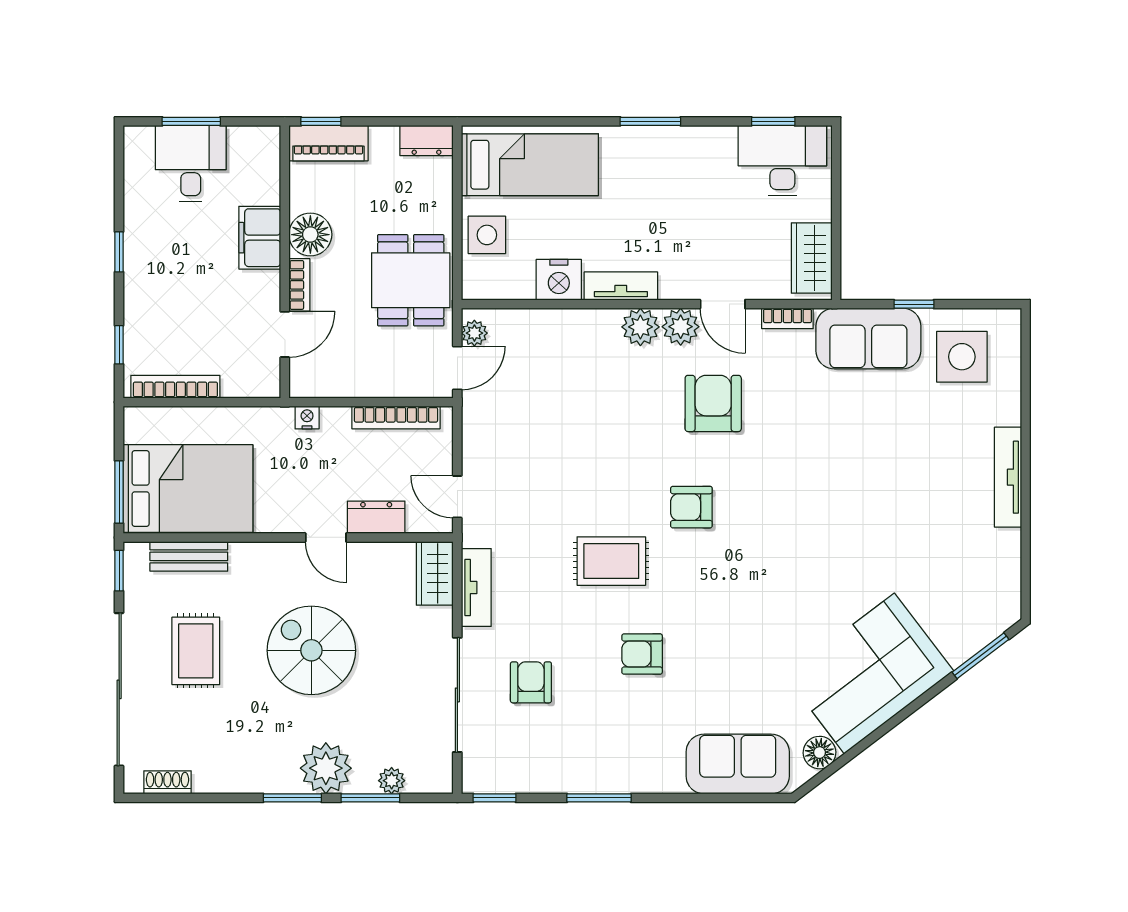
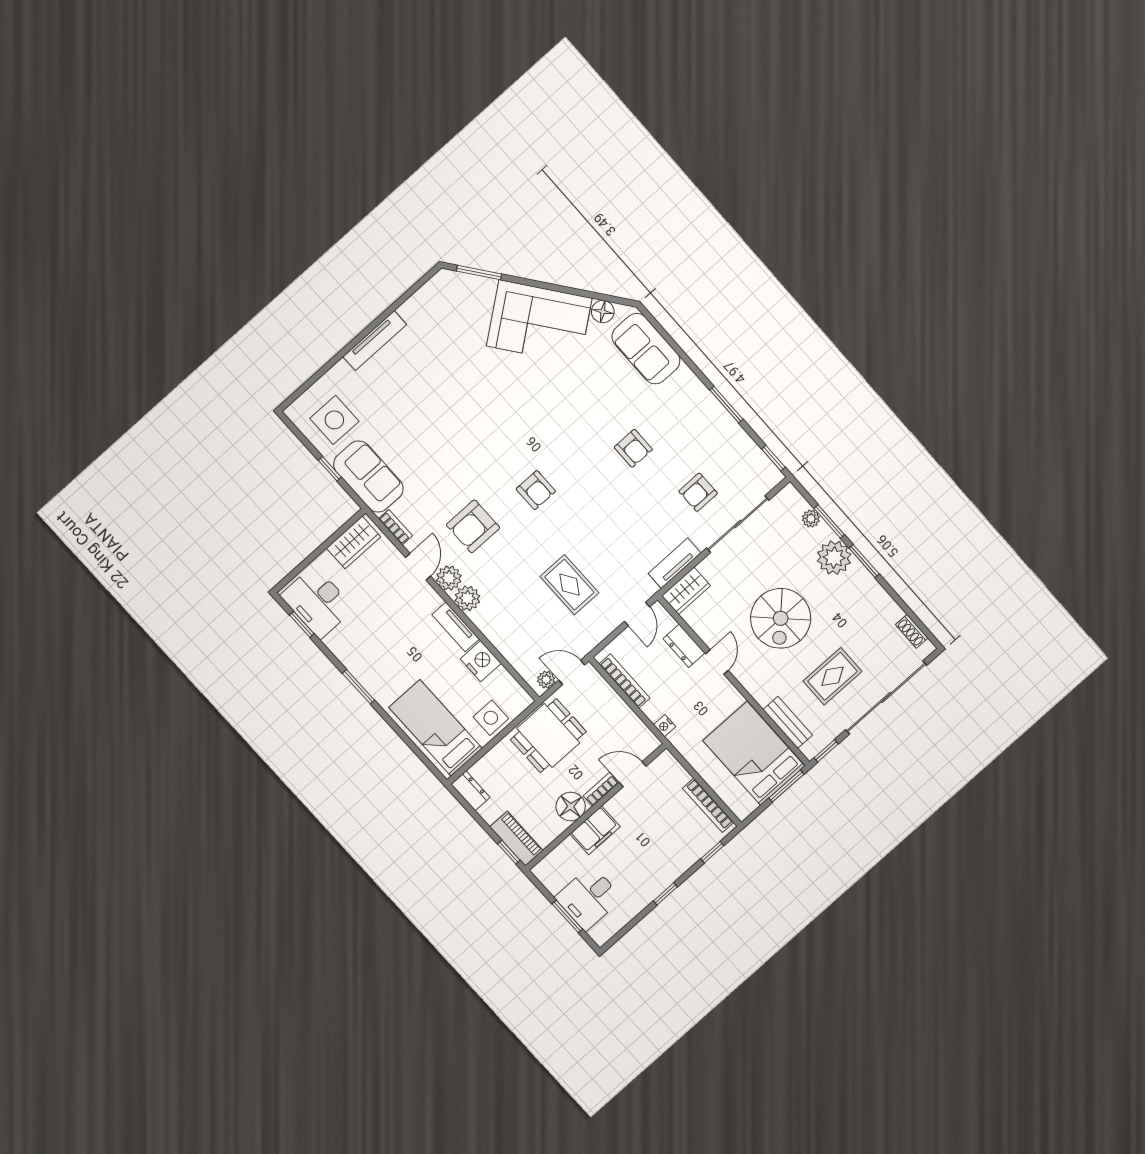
rug: (611, 561) -> (569, 585), moved

